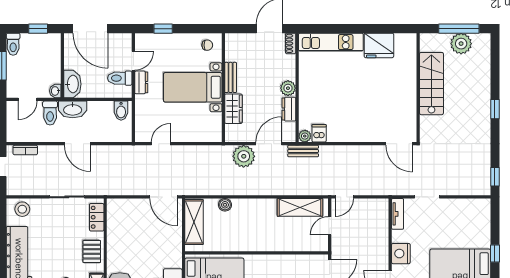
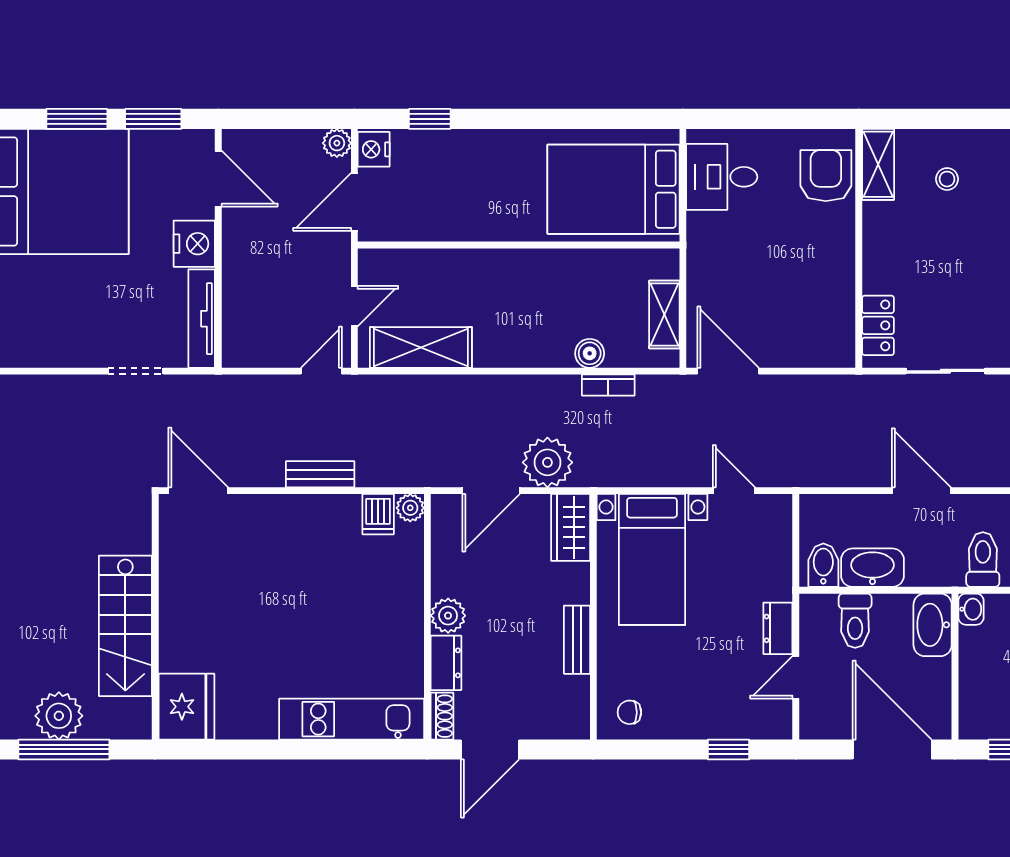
fridge: (379, 45) -> (186, 707), moved, turned 90
toilet: (120, 78) -> (855, 621), moved, turned 90
bed with nightstands: (193, 87) -> (652, 559), moved, turned 90
washbasin: (73, 109) -> (872, 568), moved
wardrobe: (233, 109) -> (571, 527), moved
dresser: (289, 109) -> (446, 663), moved
door: (161, 144) -> (734, 491), swing flipped
bench: (303, 151) -> (320, 474), moved
bookcase: (217, 191) -> (608, 385), added
tv unit: (398, 214) -> (202, 319), width x1.41
shelving: (194, 222) -> (664, 315), width x0.67, depth x0.75
pallet: (92, 252) -> (889, 248), removed

